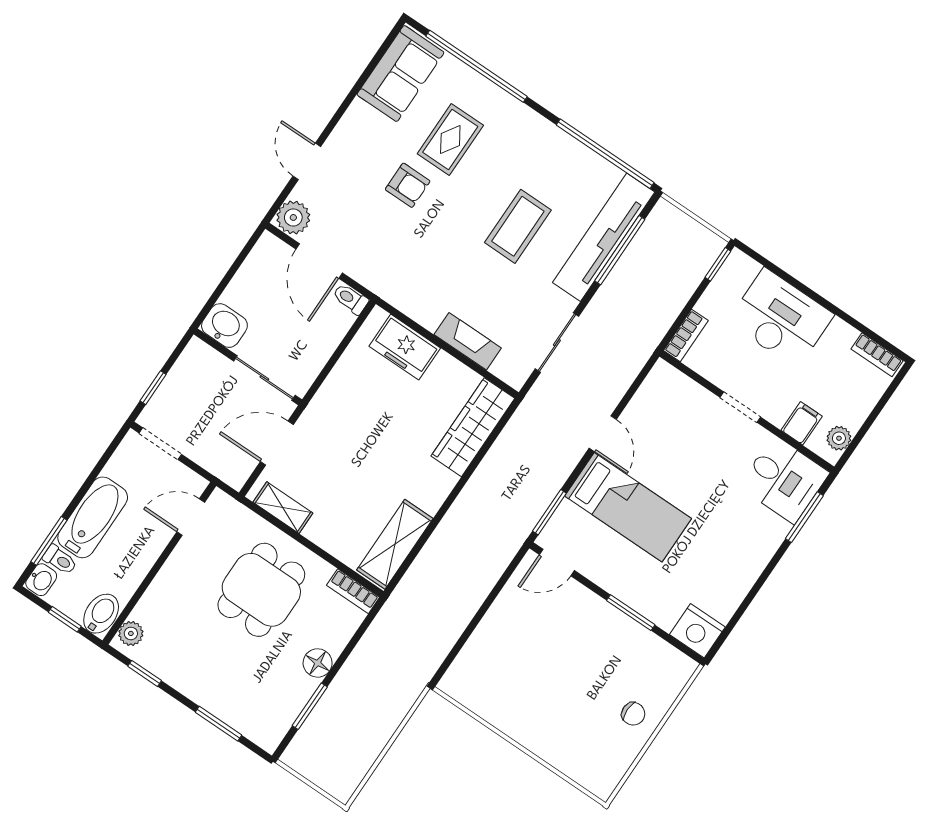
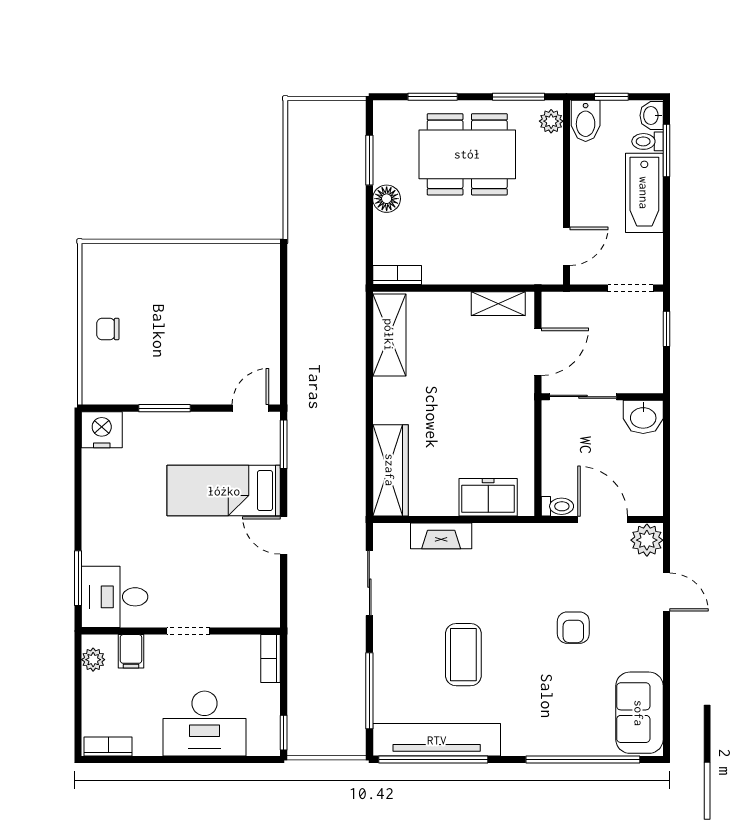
rug: (450, 139) -> (564, 687), removed
armchair: (408, 185) -> (573, 628), turned -90
tv unit: (604, 237) -> (437, 740), moved, turned -90
dining table: (261, 590) -> (467, 154), moved, width x1.37
window: (145, 673) -> (519, 97), width x1.50

